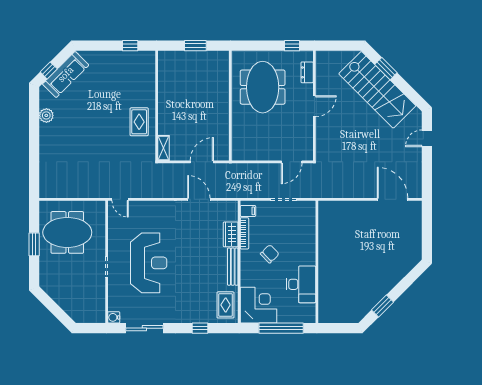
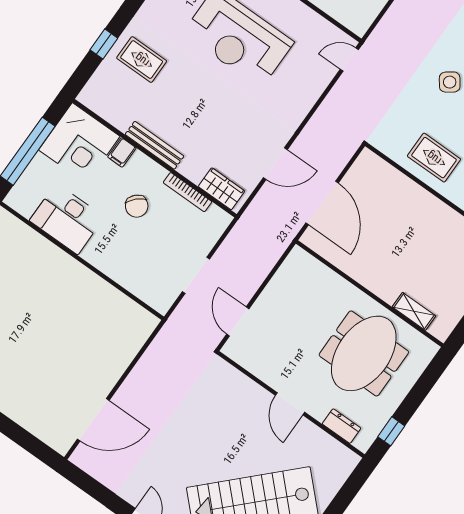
meeting table: (263, 87) -> (364, 353), turned 90
side table: (96, 141) -> (450, 82), added
shelving: (164, 148) -> (414, 311), moved
door: (202, 162) -> (322, 203), width x1.36
filing cabinet: (248, 211) -> (122, 152), moved
wardrobe: (231, 234) -> (222, 189), moved
rug: (226, 305) -> (142, 60), moved

